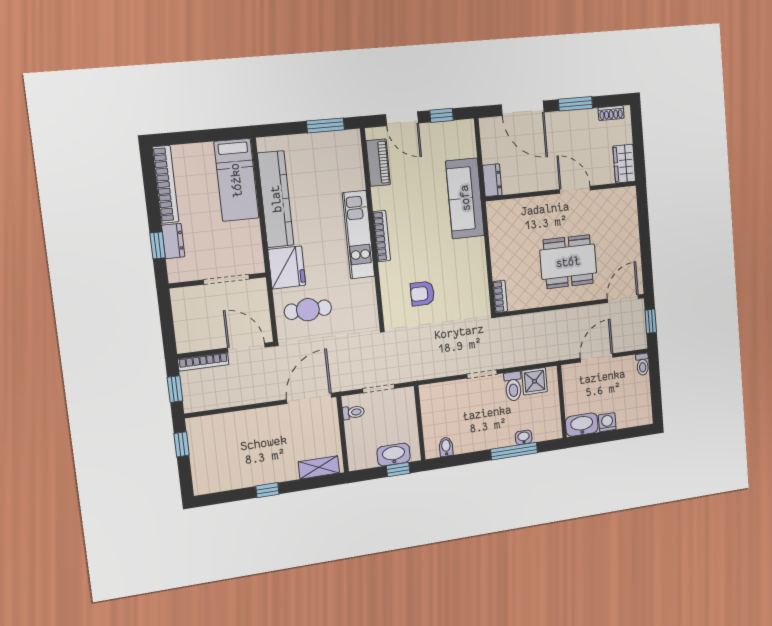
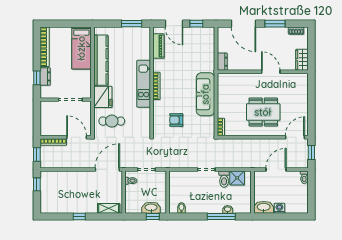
sofa: (465, 198) -> (205, 94), moved

